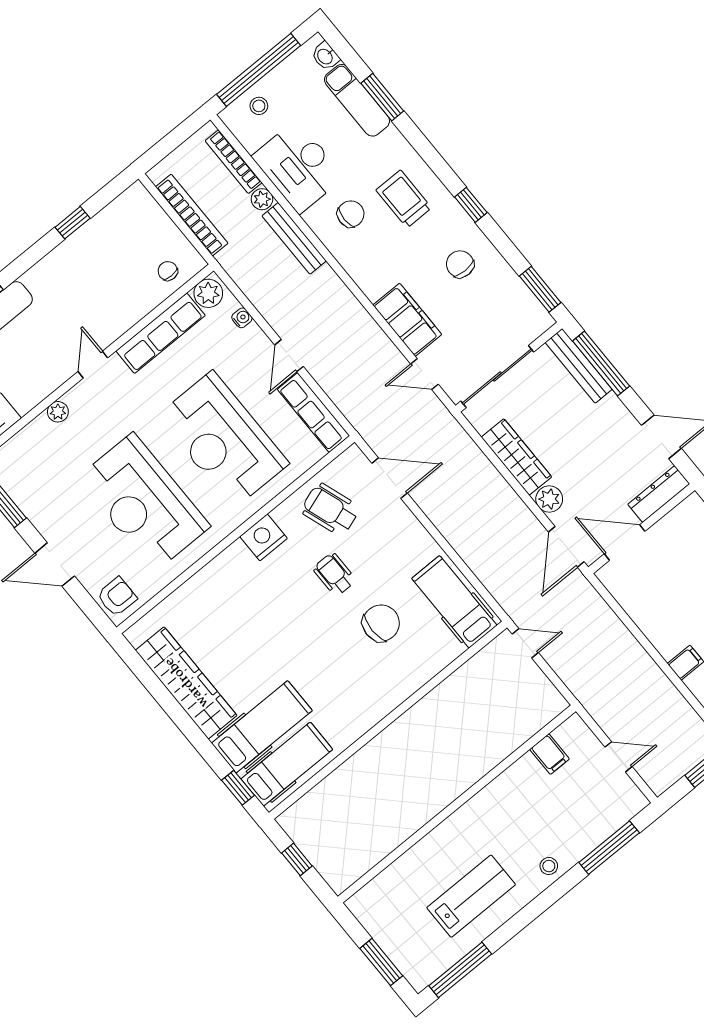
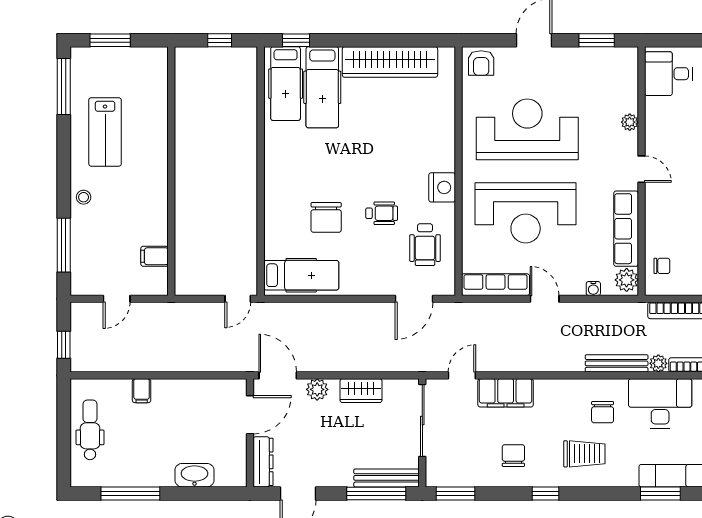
chair: (460, 264) -> (513, 456), turned -90
reception desk: (223, 440) -> (526, 213), turned 180
wardrobe: (516, 457) -> (361, 391), width x0.67
wheelchair: (330, 509) -> (425, 245), turned 109

